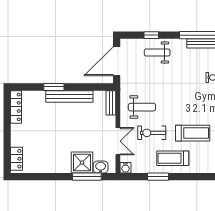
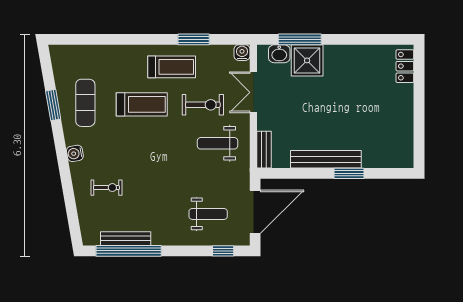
window: (151, 35) -> (223, 251), moved
weight bench: (157, 53) -> (208, 214), moved
locker: (16, 107) -> (406, 143), removed
treadmill: (193, 133) -> (142, 104), turned 180

